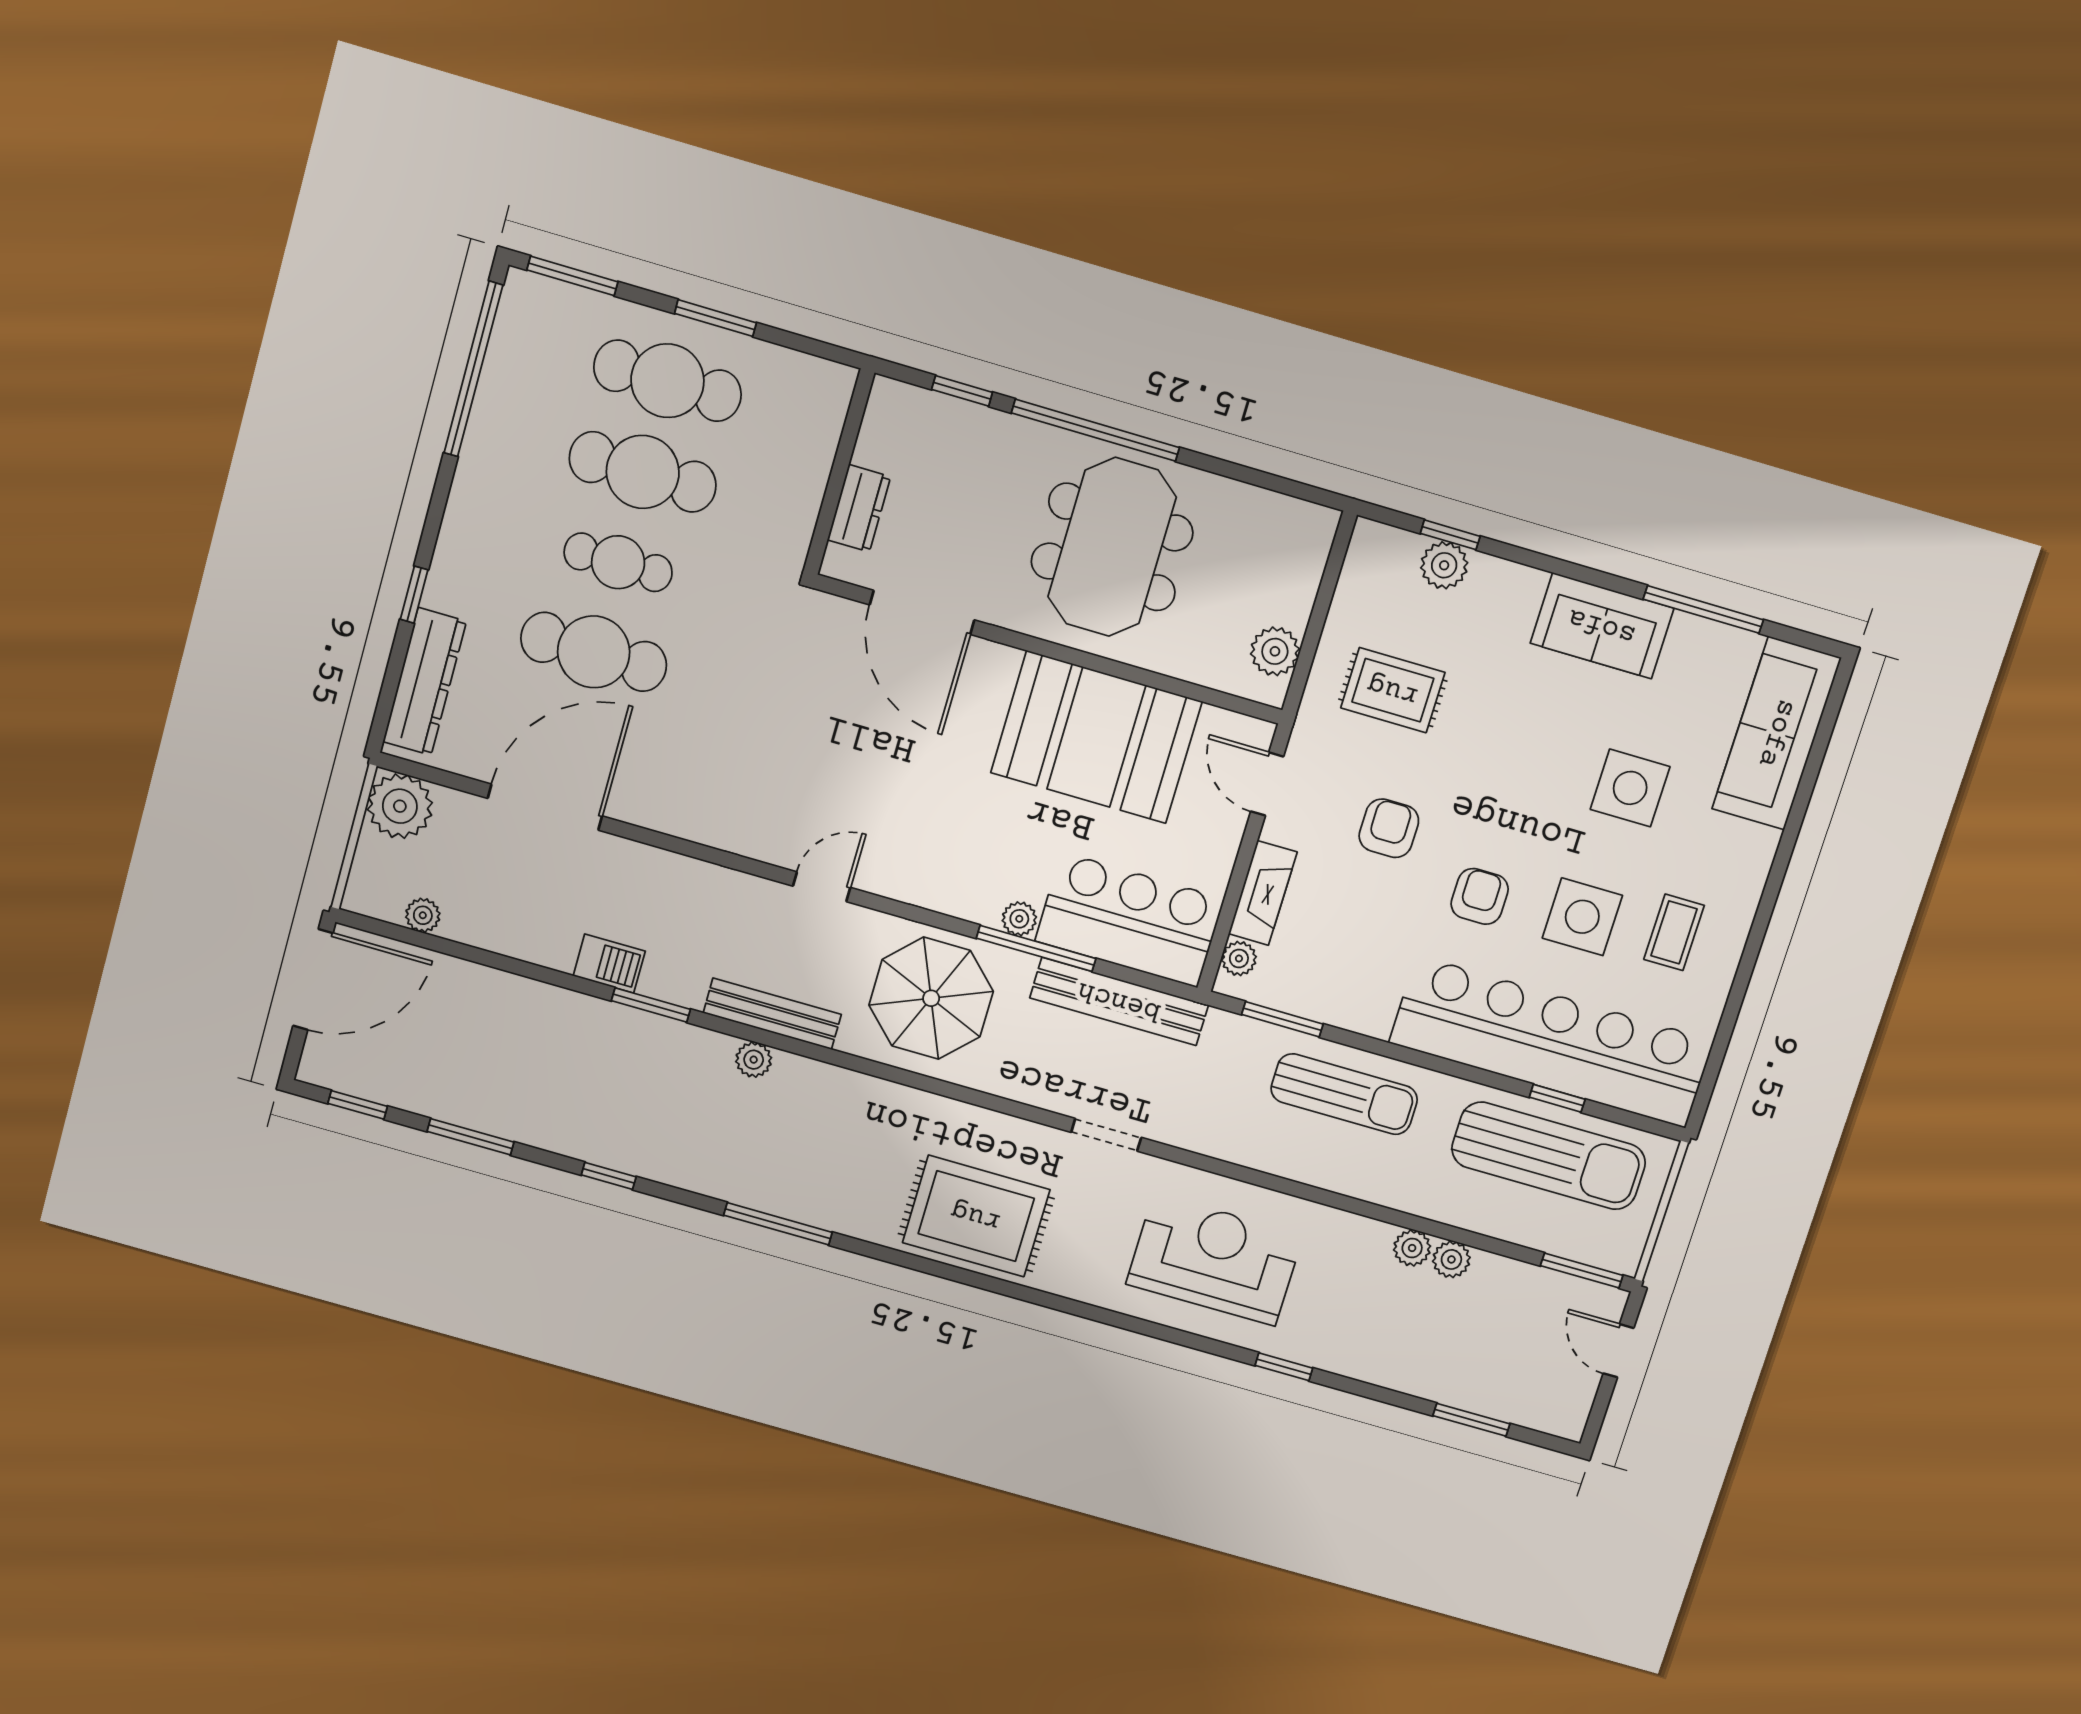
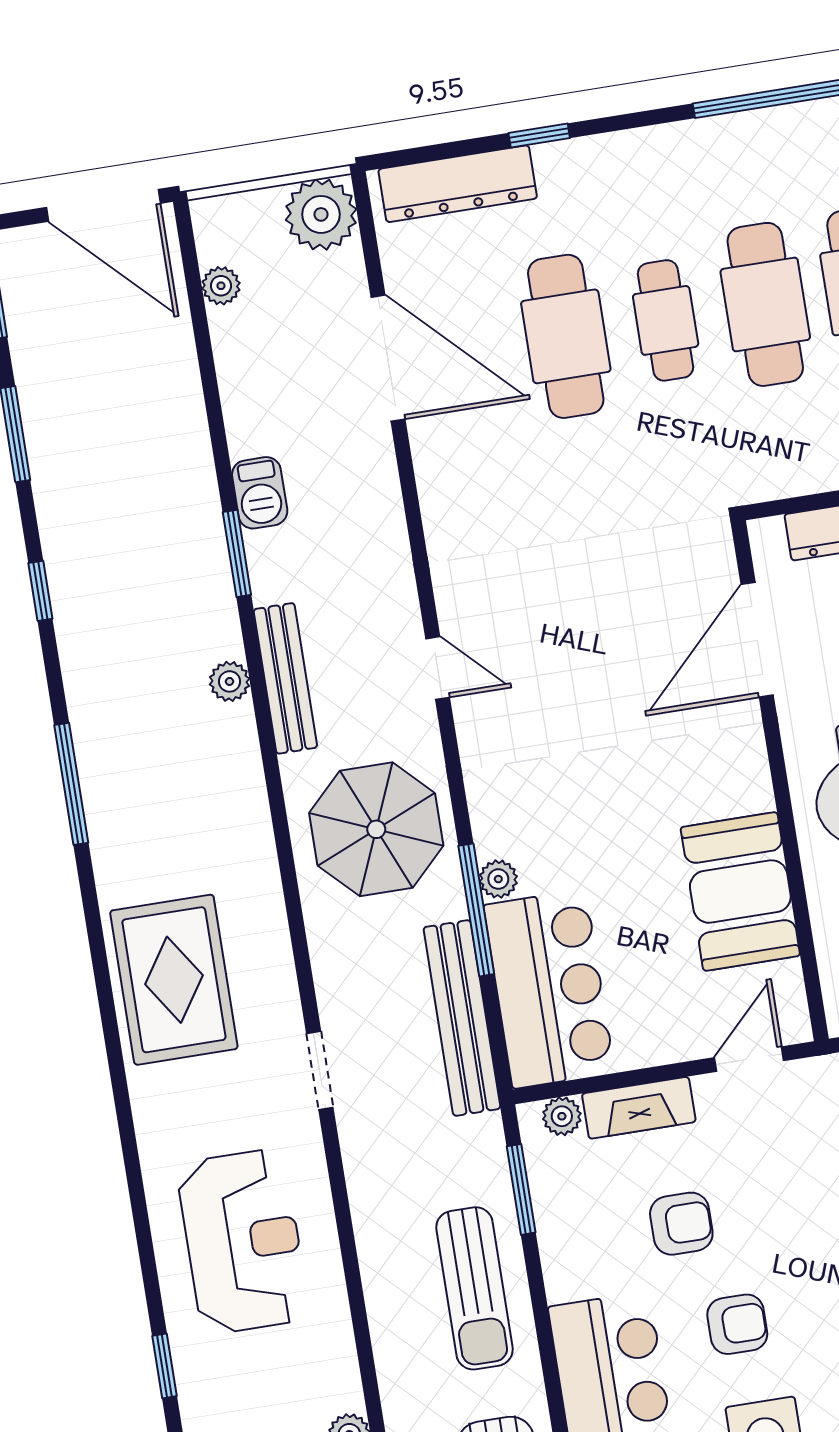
booth: (1096, 737) -> (740, 892), width x0.73, depth x0.70
armchair: (1389, 828) -> (681, 1224), moved

